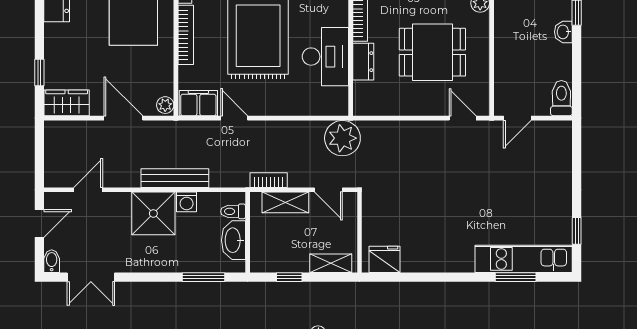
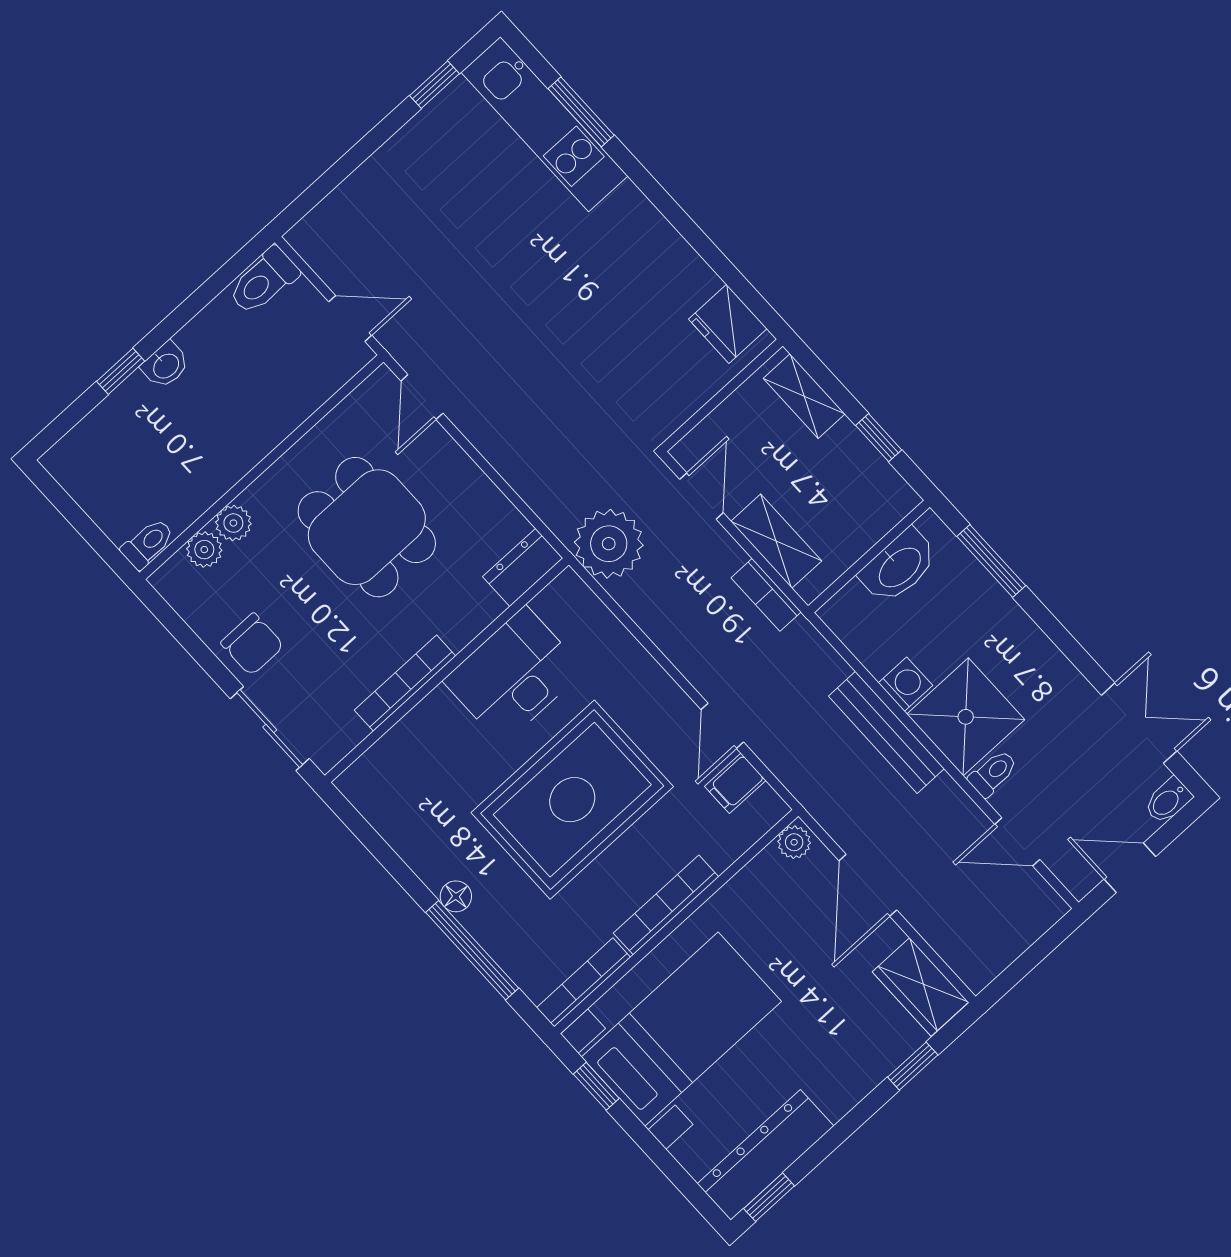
dresser: (363, 62) -> (523, 567), moved
filing cabinet: (198, 103) -> (735, 783), width x0.50
toilet: (233, 211) -> (993, 773), moved, turned -90

